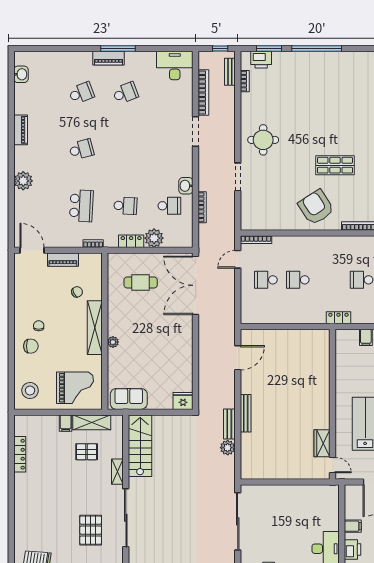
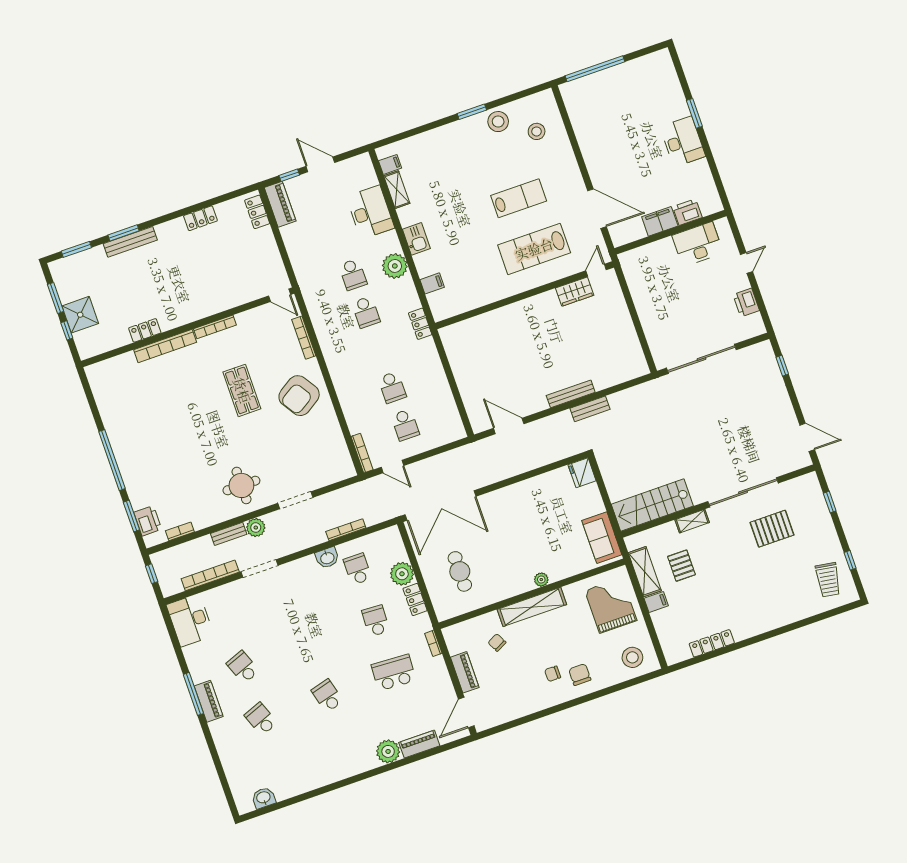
bench: (230, 72) -> (229, 534), moved
piano: (21, 130) -> (419, 744), moved
plant: (228, 448) -> (256, 528), moved
filing cabinet: (353, 526) -> (660, 221), width x2.00

